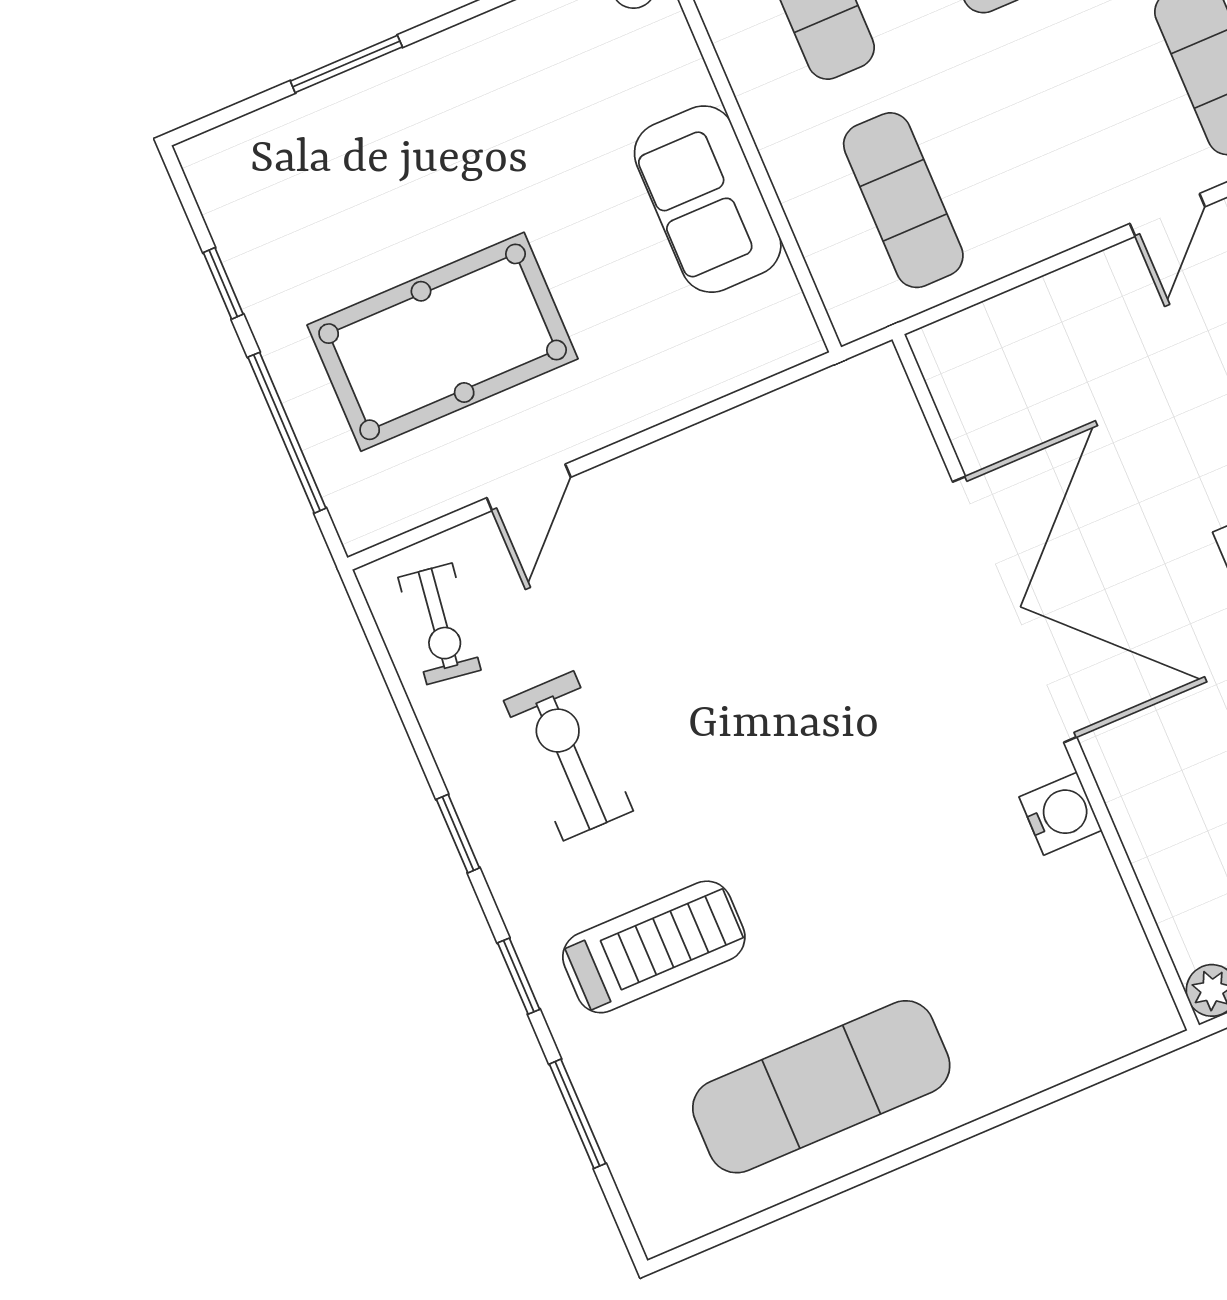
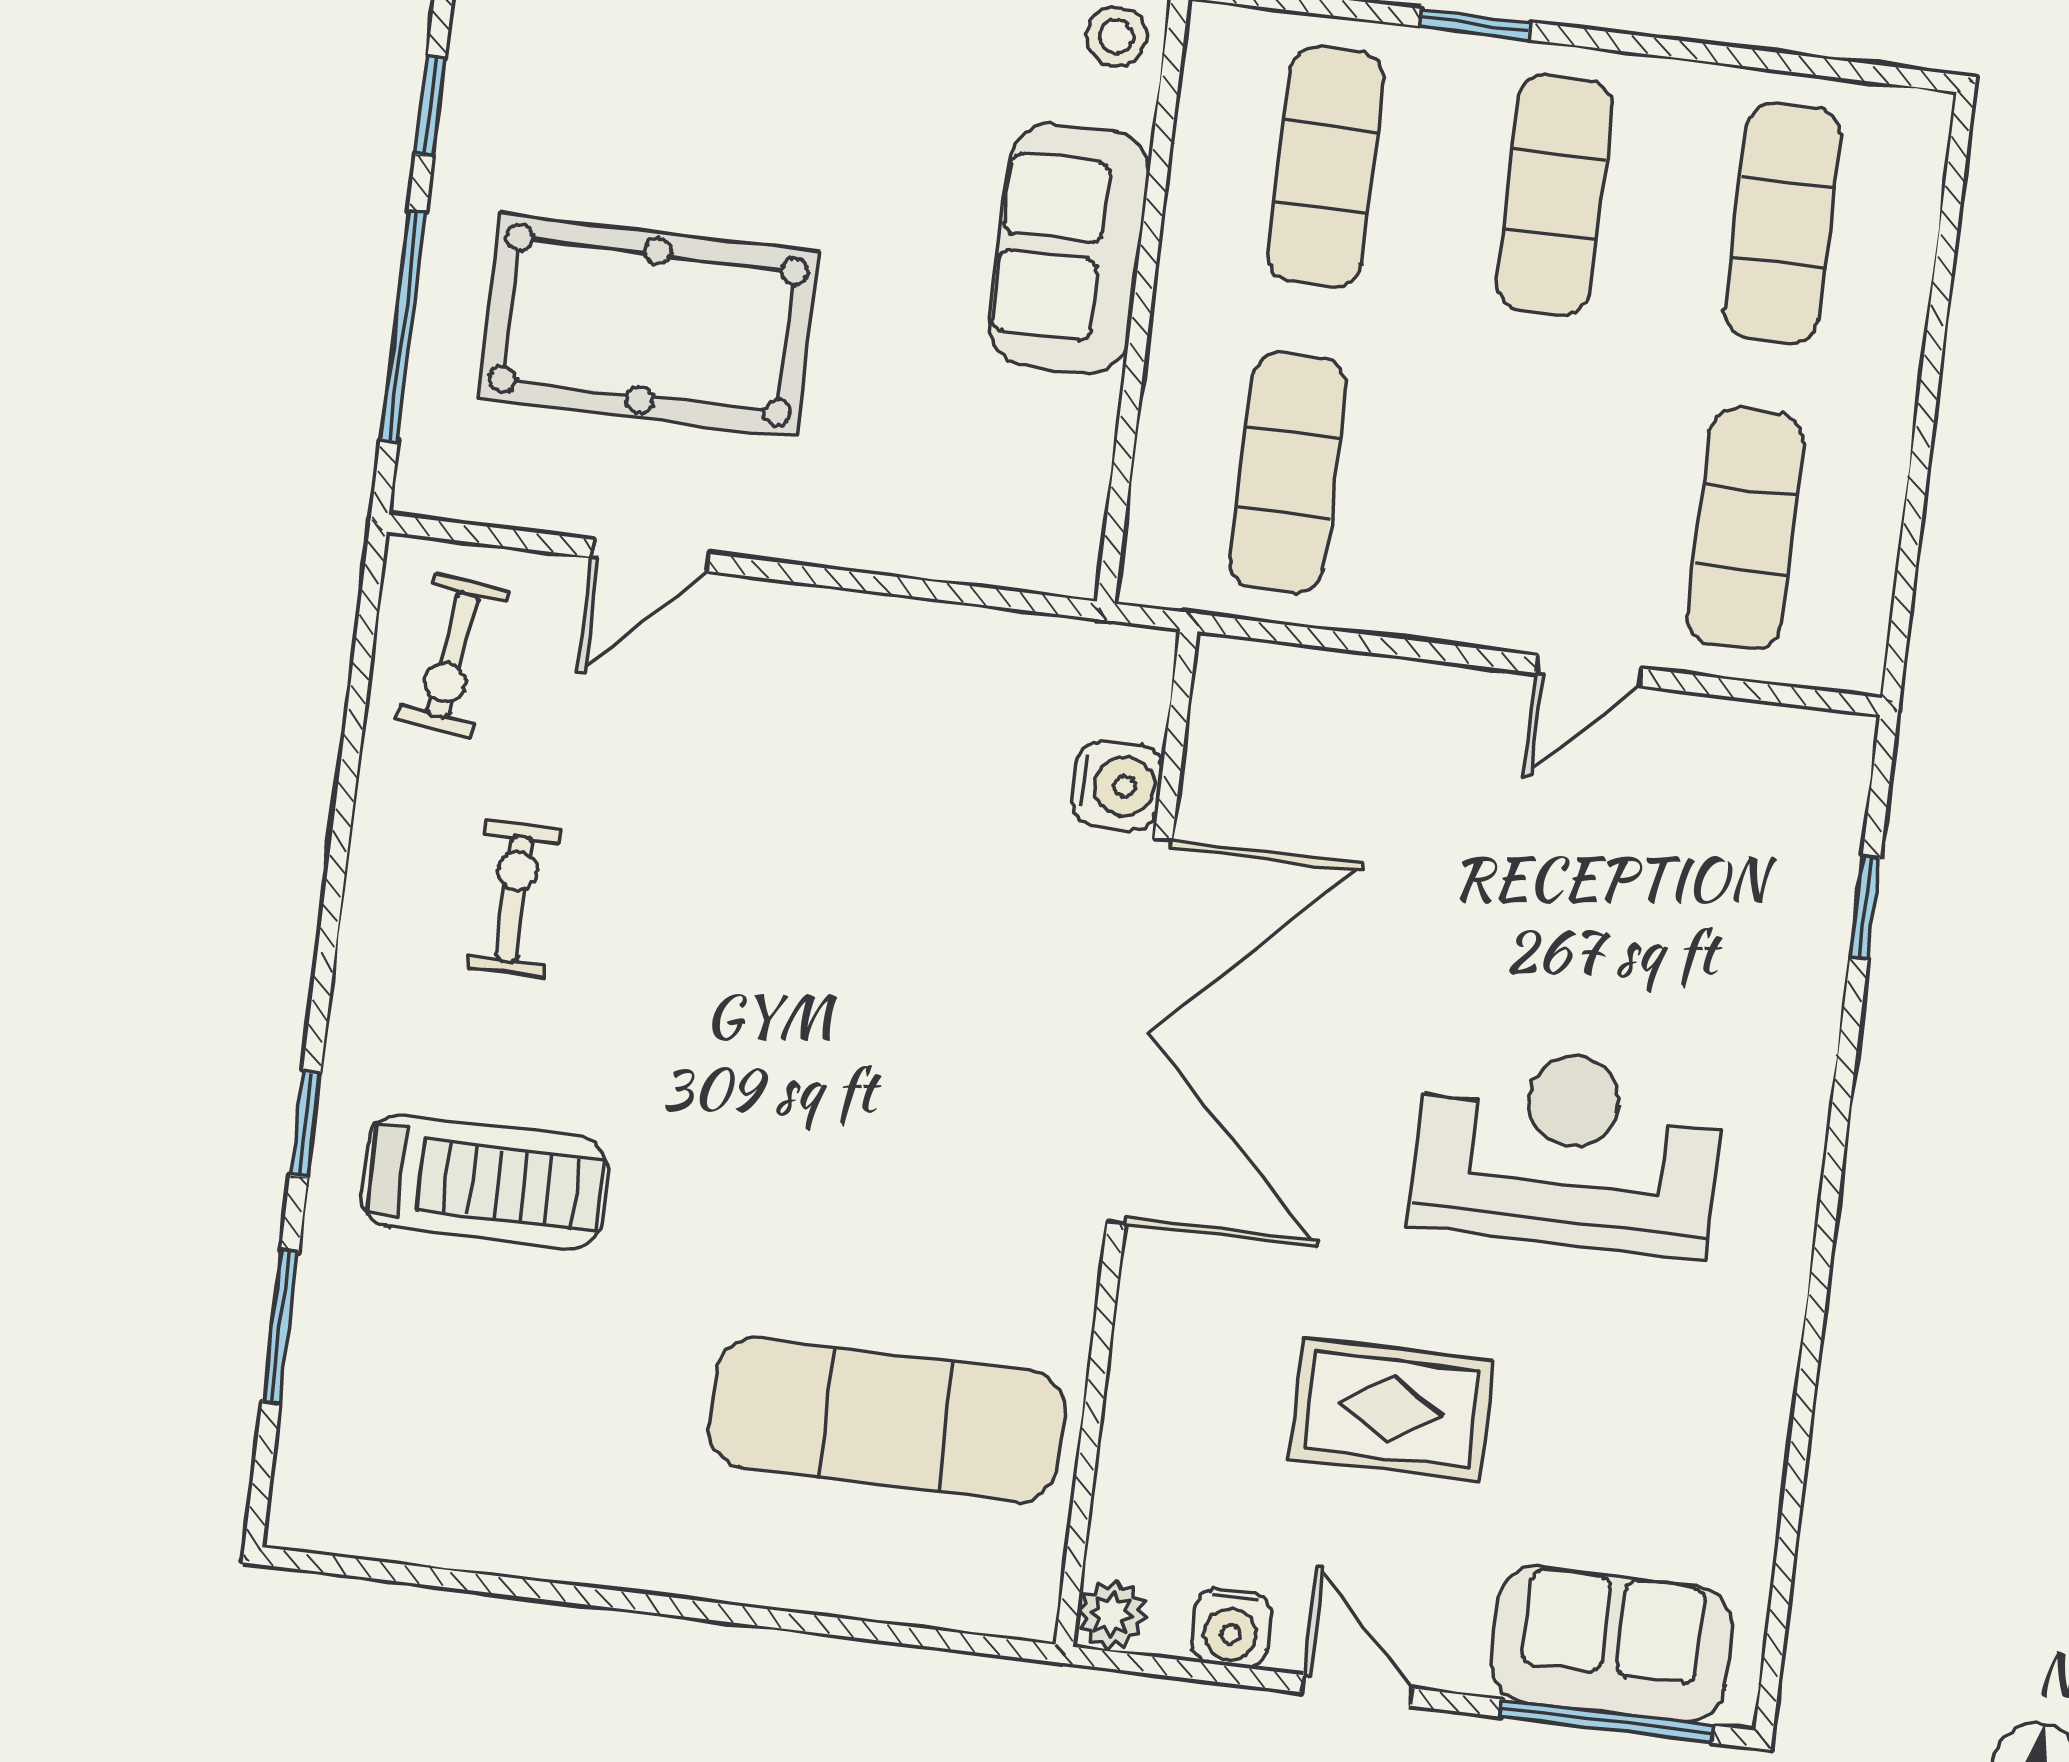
sofa: (708, 199) -> (1069, 249), moved
exercise bike: (568, 756) -> (514, 899), width x0.73, depth x0.72
water cooler: (1060, 814) -> (1118, 786), moved
window: (458, 834) -> (331, 915), removed
exercise mat: (821, 1087) -> (887, 1419), moved

